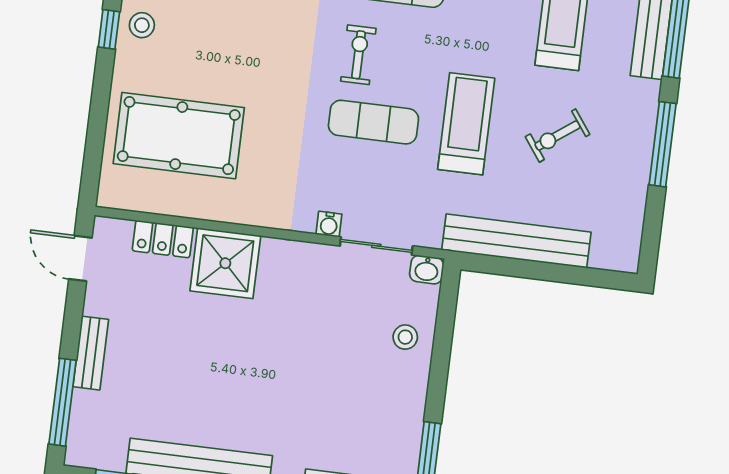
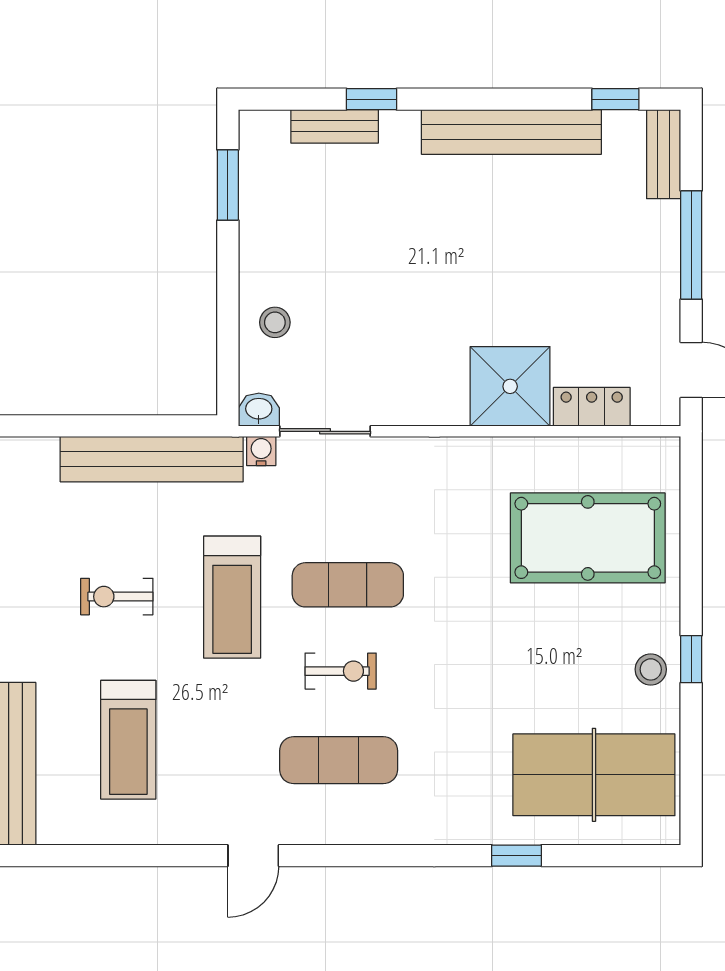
exercise bike: (358, 55) -> (341, 671), moved, turned -90
exercise bike: (557, 136) -> (117, 597), turned -144
water cooler: (329, 224) -> (261, 451), moved
bench: (91, 353) -> (664, 154), moved
window: (62, 402) -> (691, 245), moved

